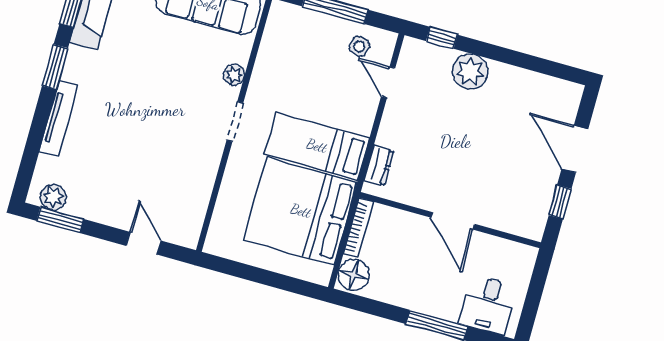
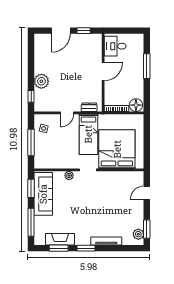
door: (388, 82) -> (67, 113), moved
bed: (301, 211) -> (117, 149), moved, turned 180
desk: (488, 305) -> (115, 46), moved, turned 180

